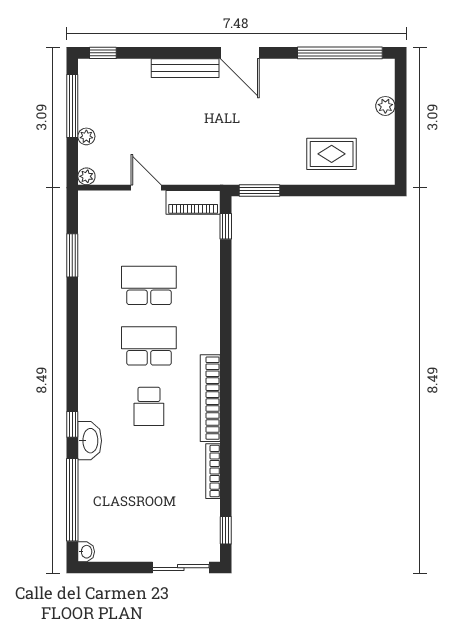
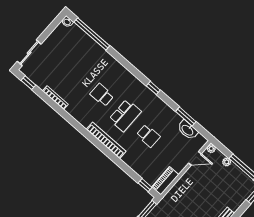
door: (146, 188) -> (195, 158), moved
school desk: (149, 285) -> (148, 136), width x0.54
bookcase: (210, 398) -> (106, 140), moved
window: (72, 424) -> (153, 88), moved
washbasin: (90, 441) -> (188, 130), moved

